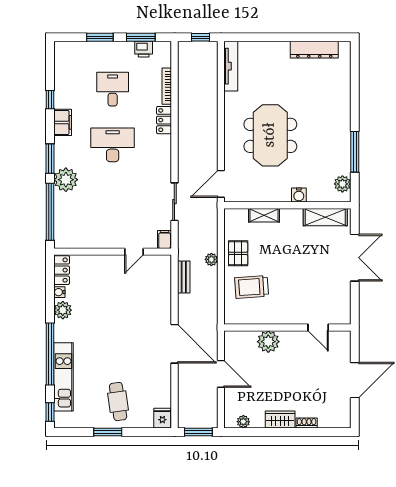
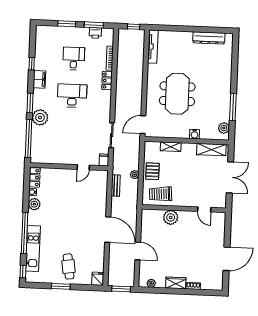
wall: (287, 327) -> (184, 209), moved
door: (318, 327) -> (204, 209), moved
plant: (268, 342) -> (171, 217), moved

